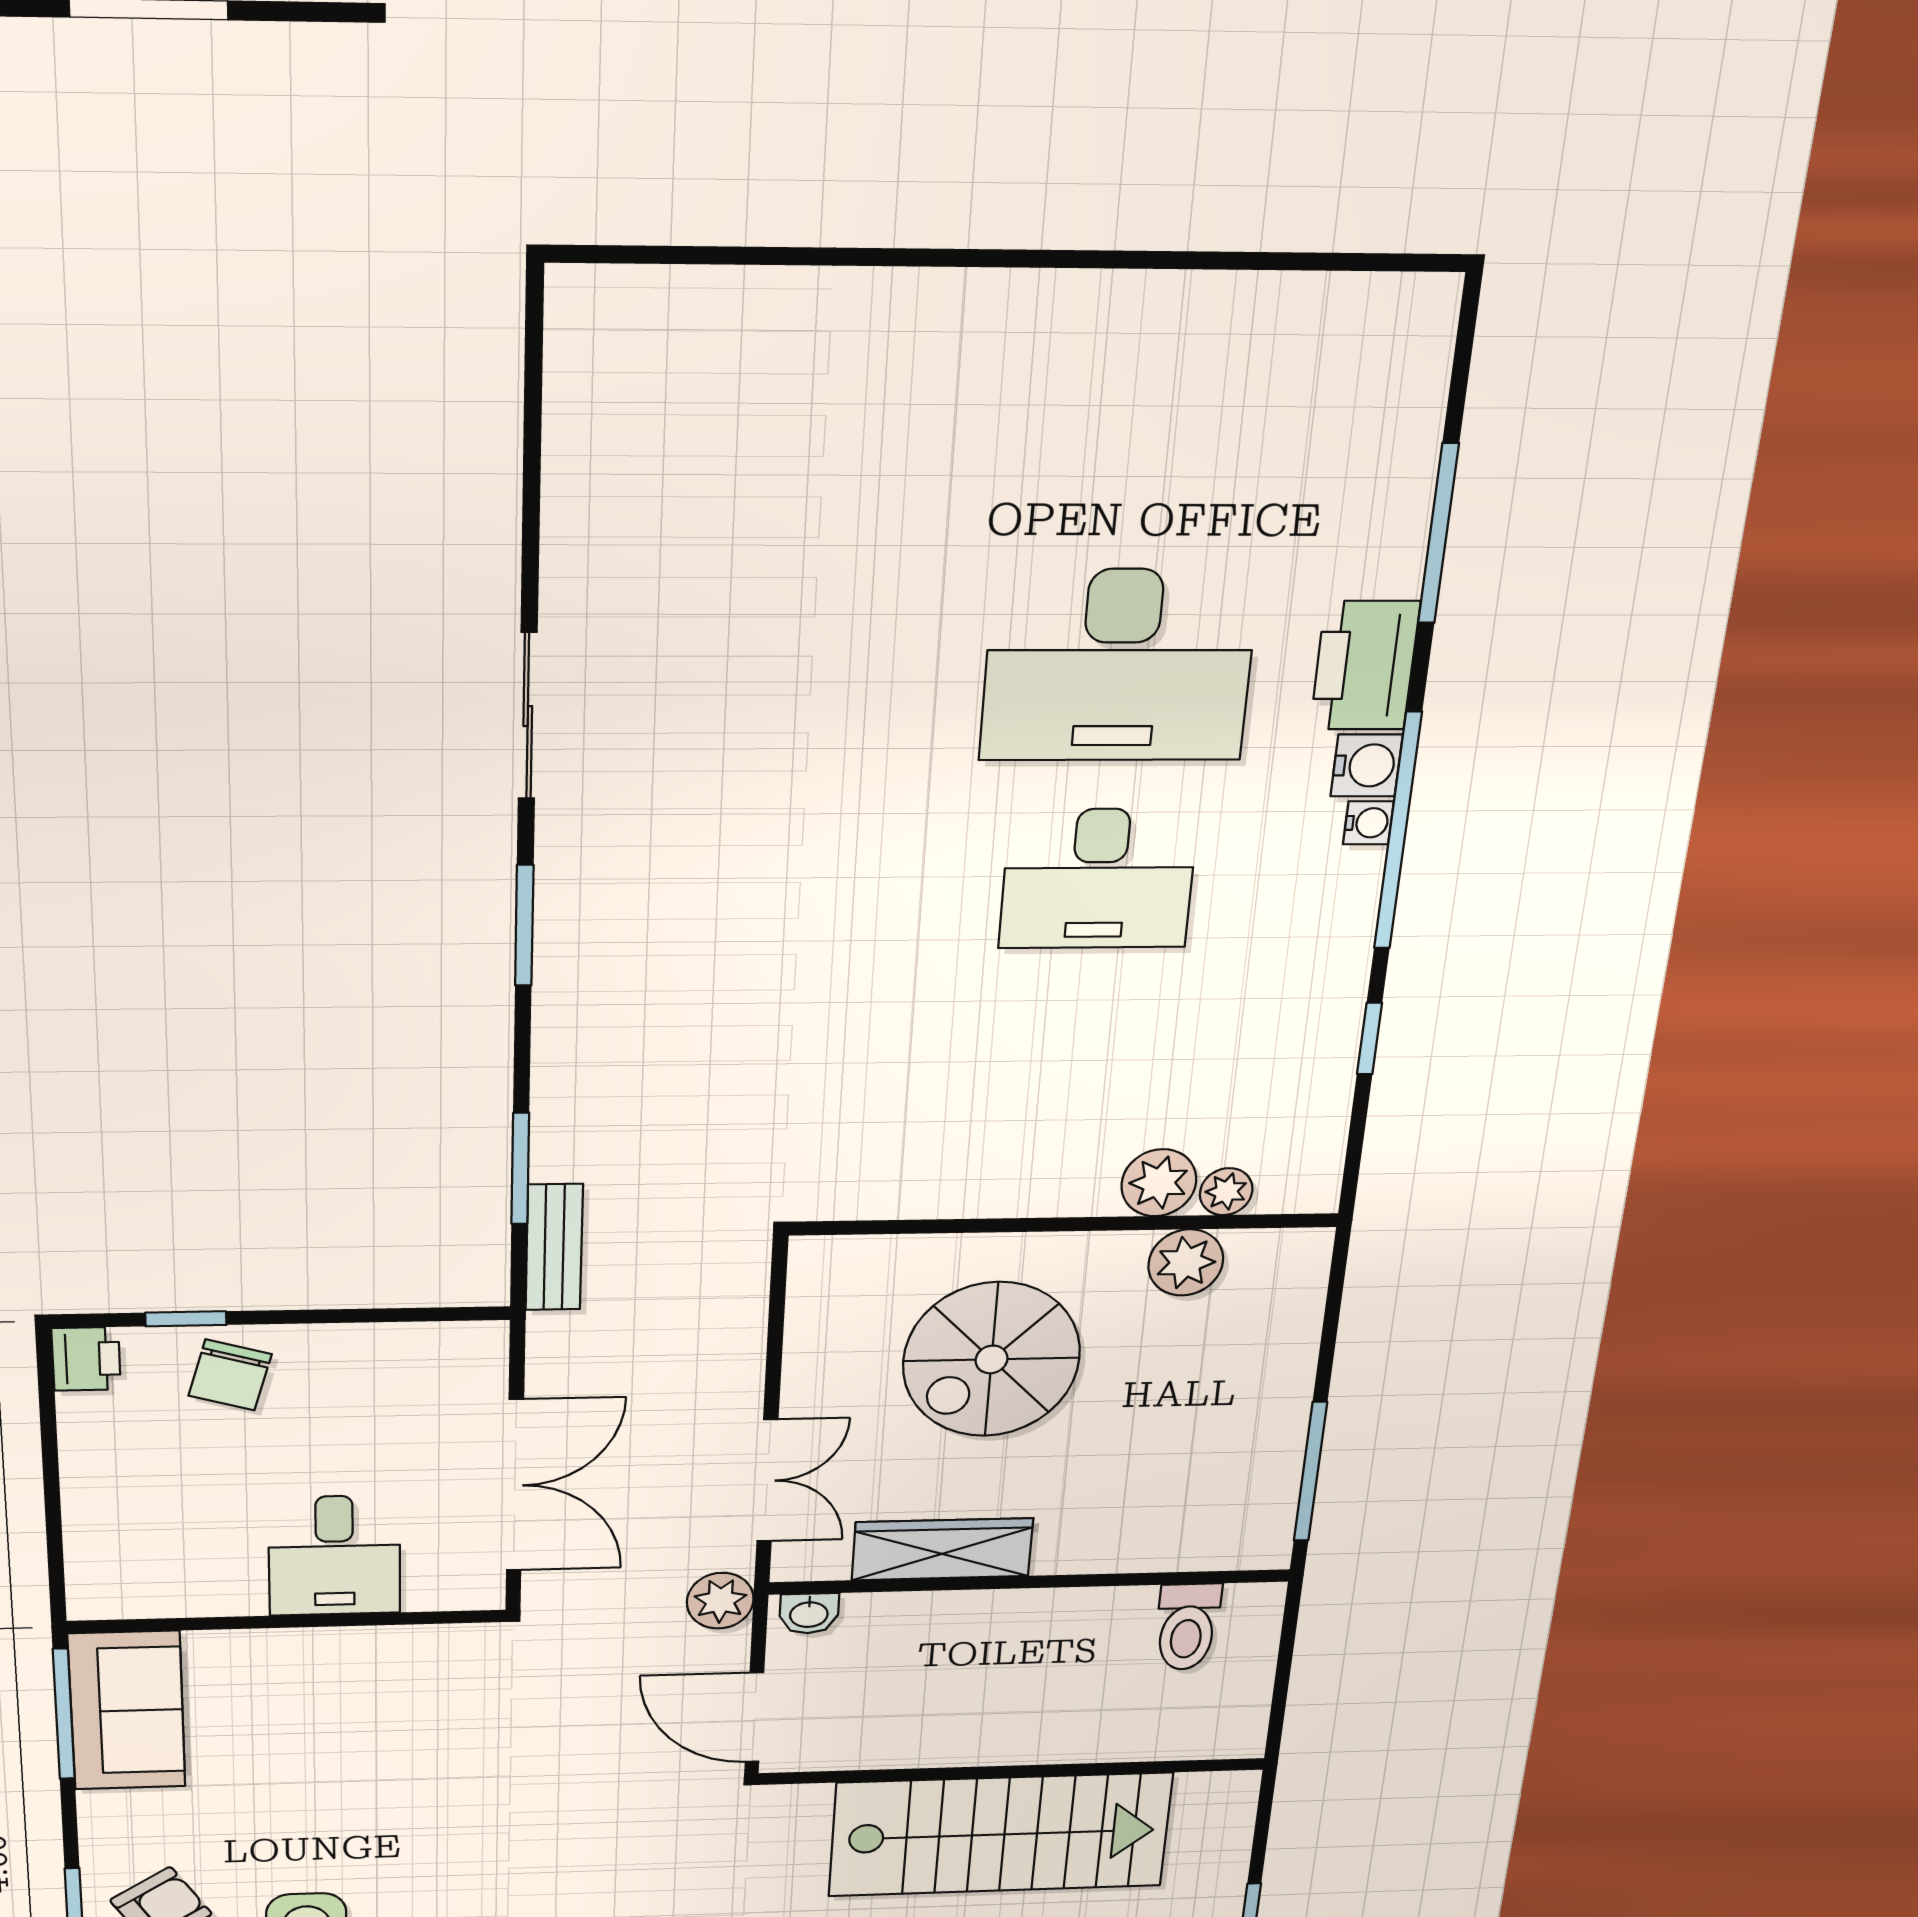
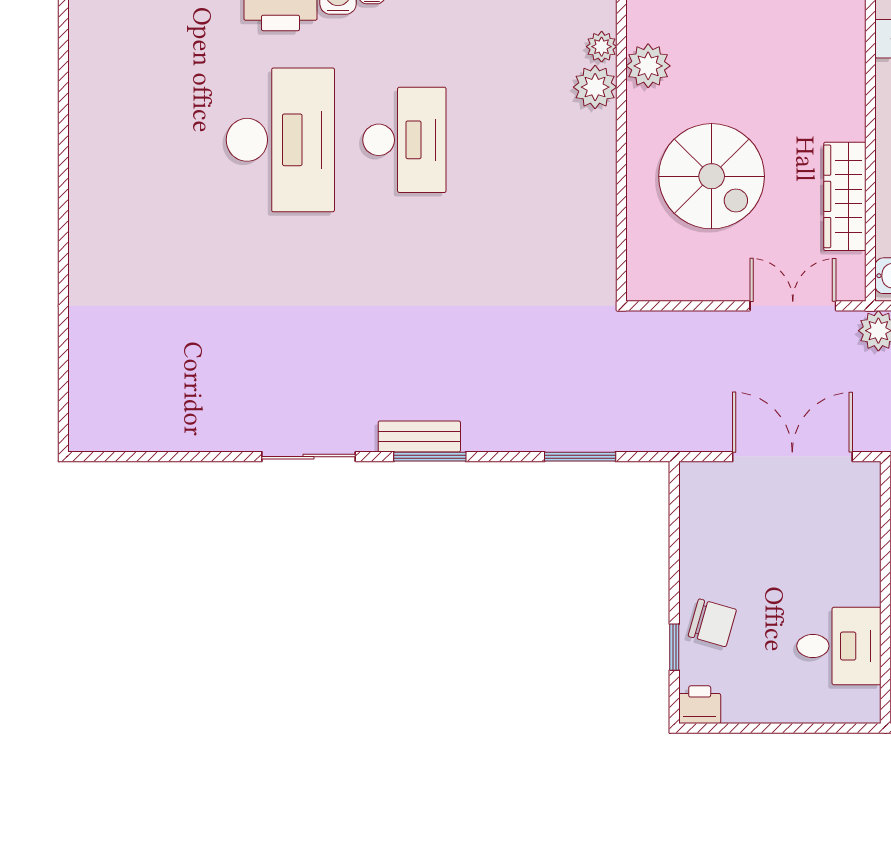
bench: (554, 1247) -> (419, 436), moved
desk: (334, 1556) -> (839, 646), moved

